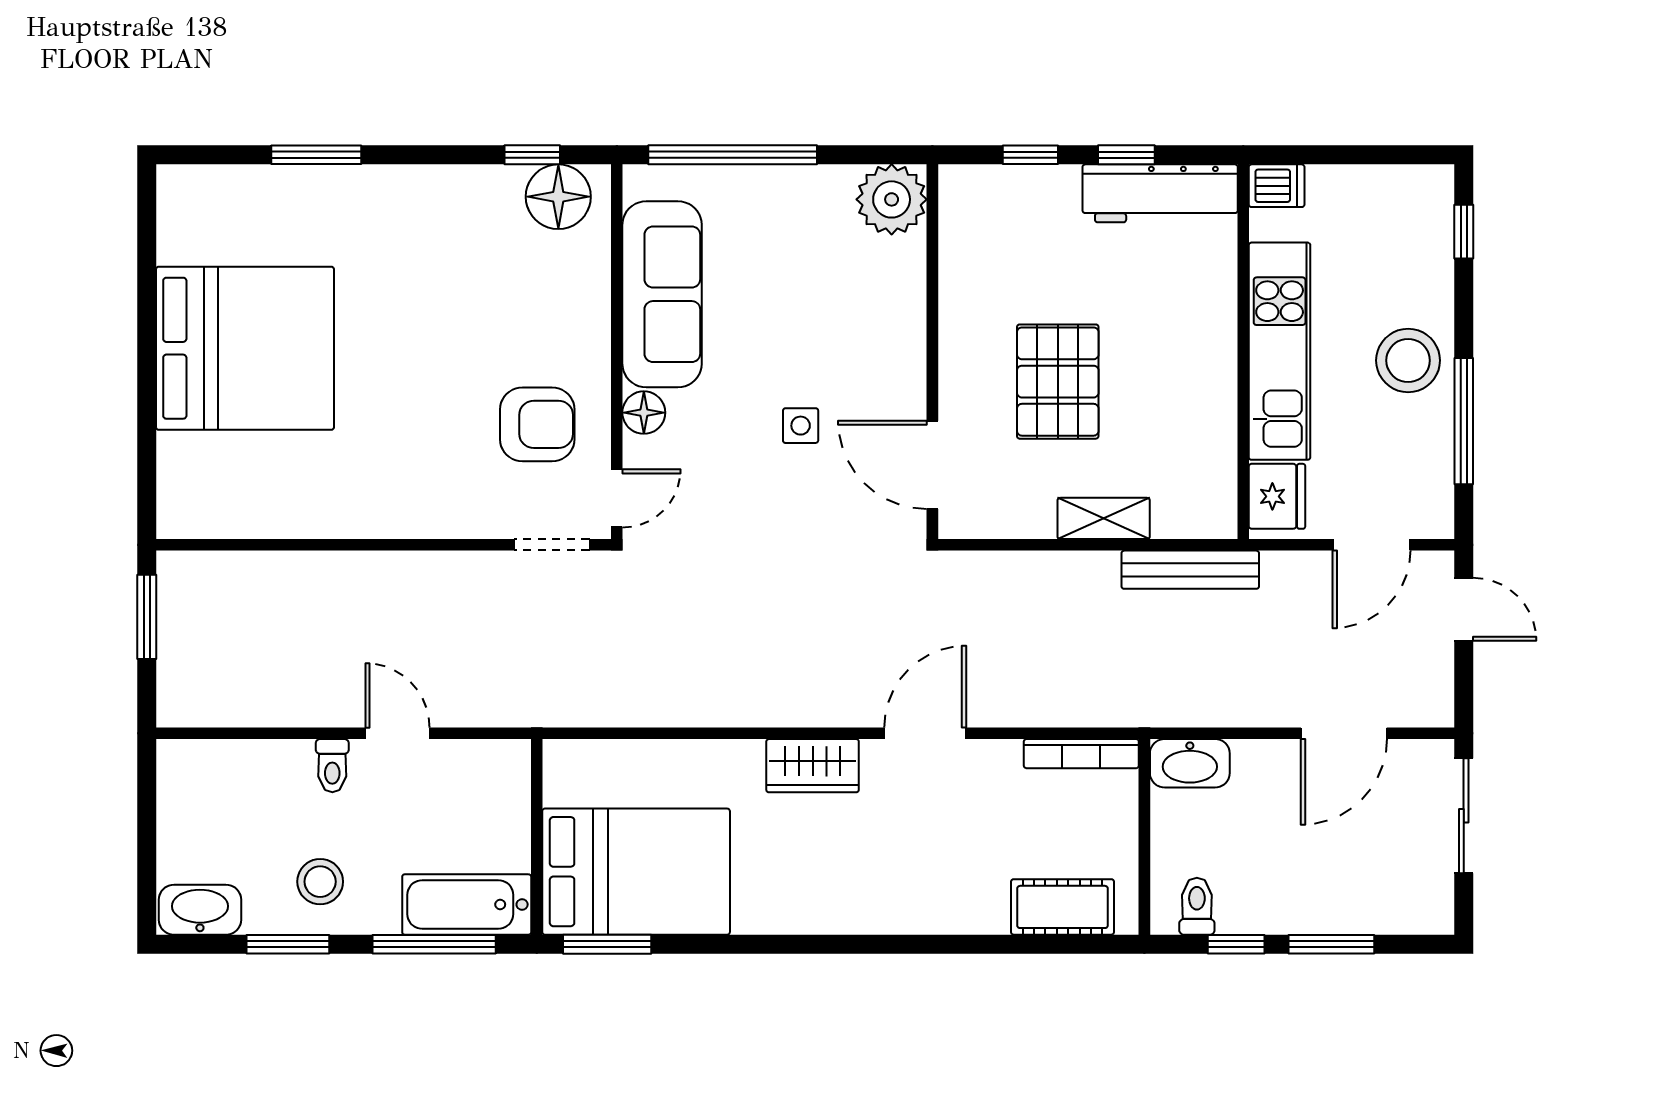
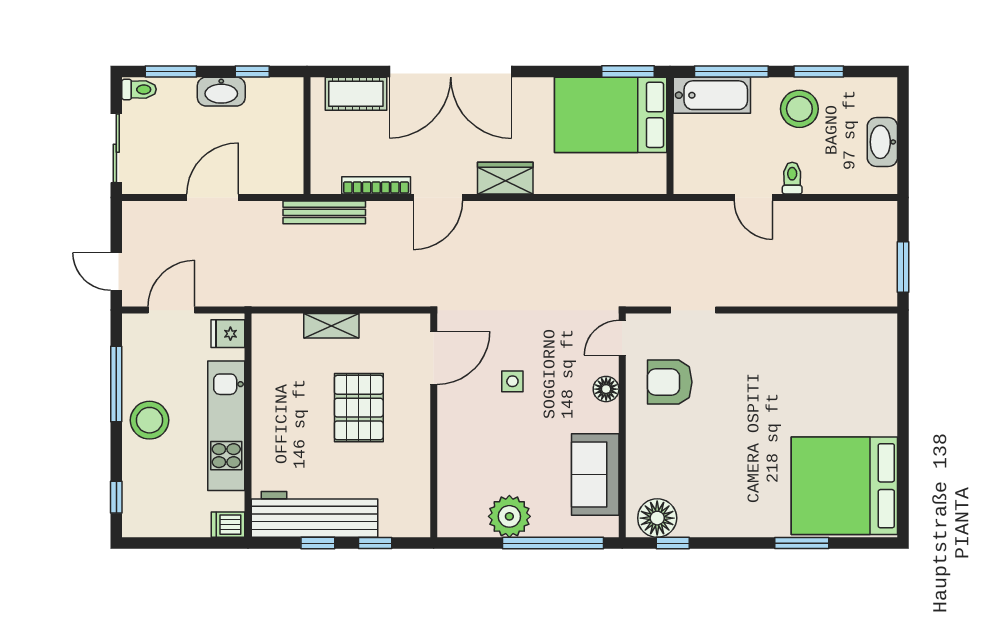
workbench: (1160, 193) -> (314, 514), width x1.36, depth x1.32
plant: (892, 199) -> (509, 516), moved
sofa: (662, 294) -> (595, 474), width x0.73
bed: (245, 348) -> (844, 486), moved
door: (932, 465) -> (434, 358), hinge flipped
fridge: (1277, 496) -> (228, 334), width x0.72
doorway: (552, 545) -> (693, 310), moved
bench: (1190, 570) -> (324, 212), moved
door: (1344, 733) -> (213, 197), moved
bookcase: (1081, 754) -> (376, 185), moved
washbasin: (1190, 763) -> (221, 92), moved, turned 180
stool: (320, 882) -> (799, 109), width x1.38, depth x1.38
toilet: (1197, 906) -> (139, 89), moved, turned -90
washbasin: (200, 910) -> (882, 142), moved, turned 90
double door: (904, 944) -> (451, 71), added
window: (1331, 944) -> (171, 71), moved

